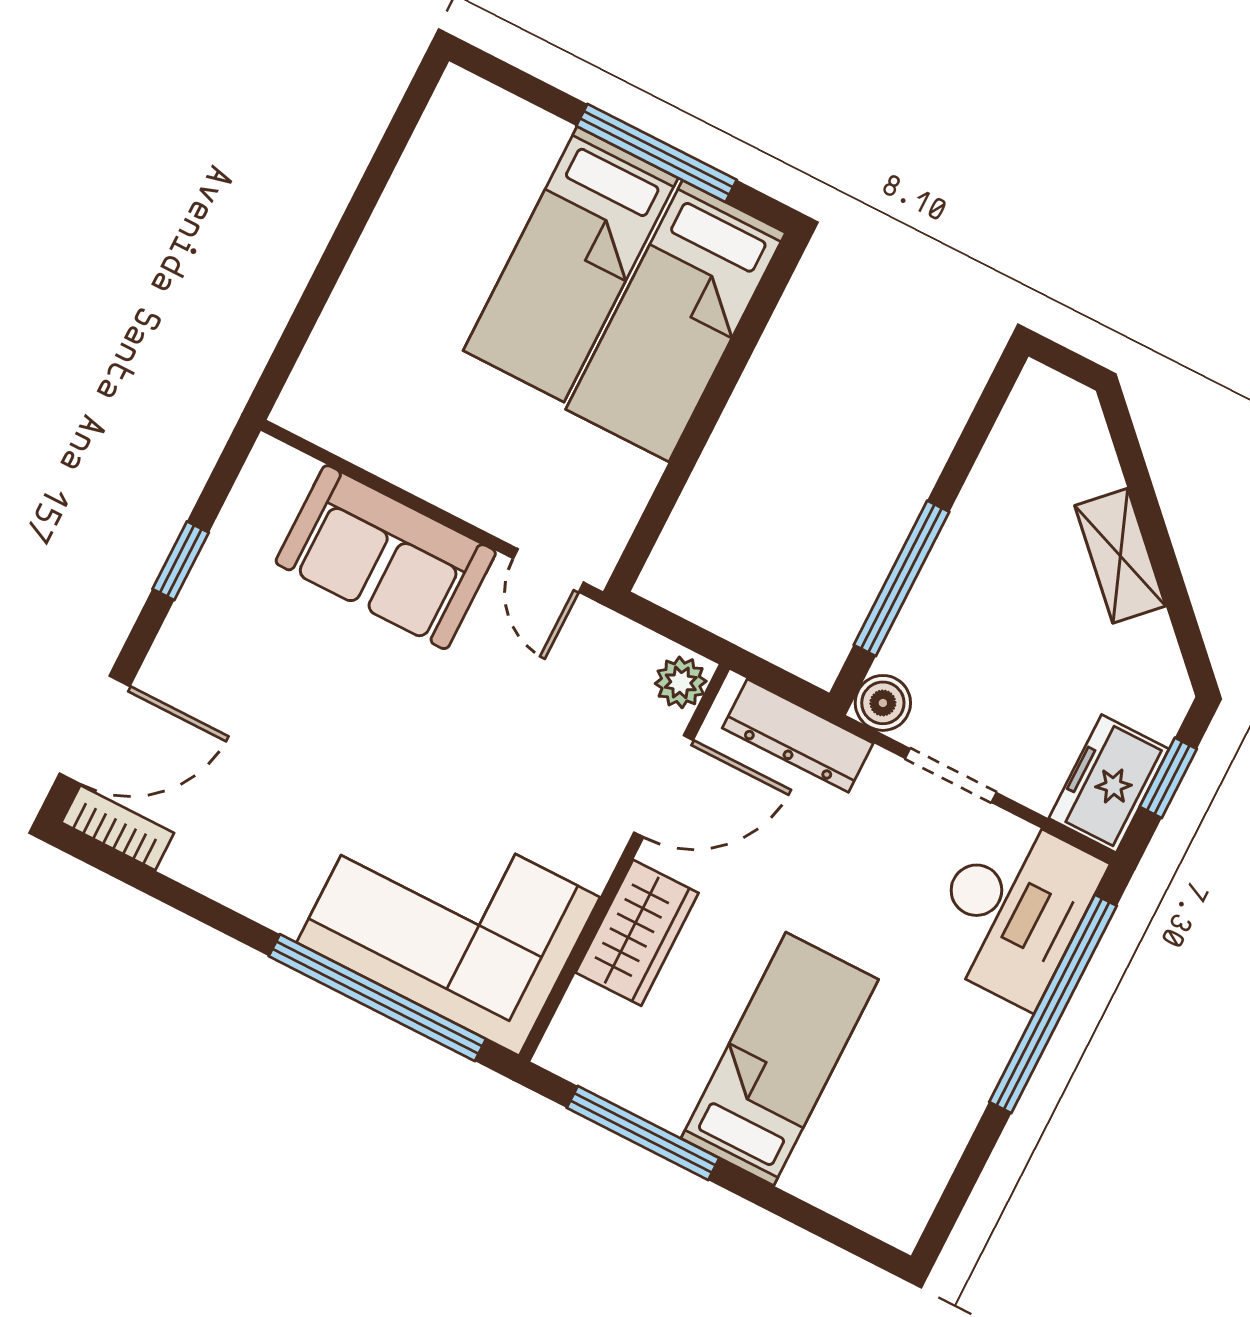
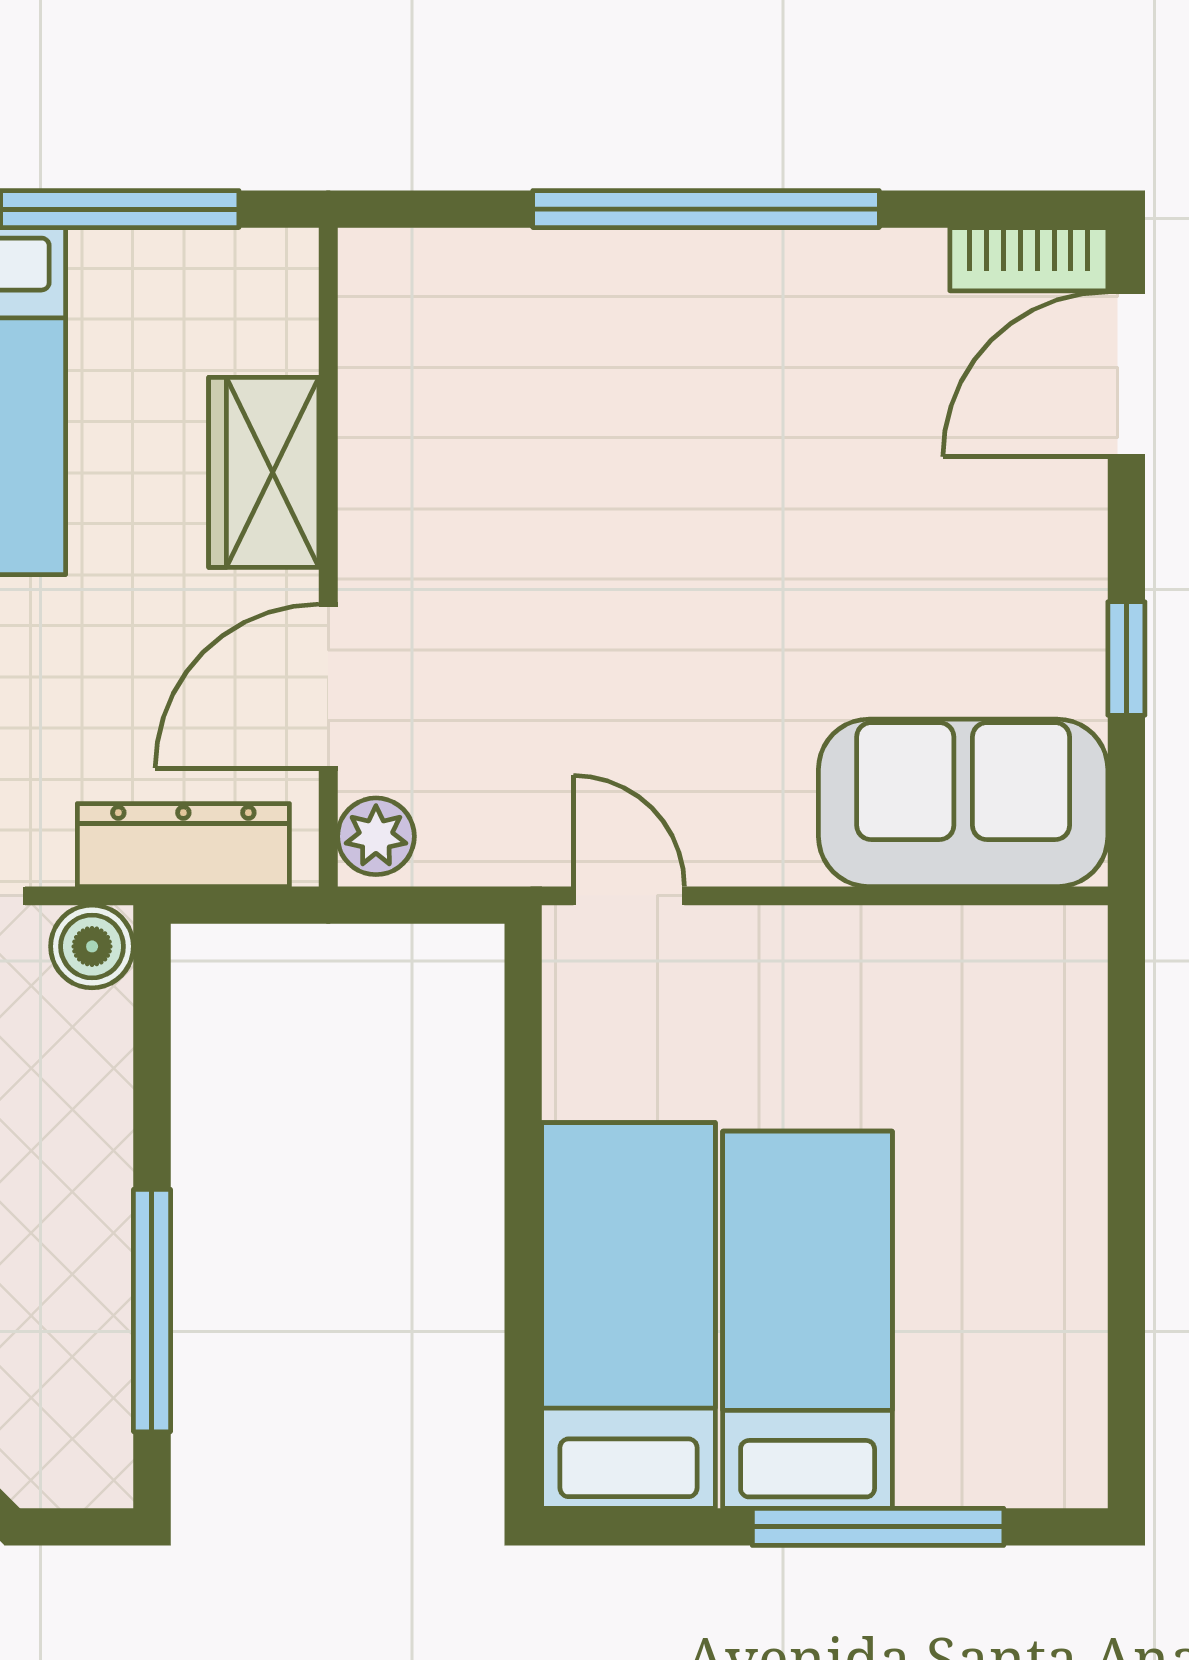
window: (656, 153) -> (878, 1527), moved
sofa: (386, 557) -> (963, 803), moved
window: (902, 578) -> (152, 1311), moved
corner sofa: (448, 920) -> (525, 361), removed
window: (377, 998) -> (706, 209), moved

